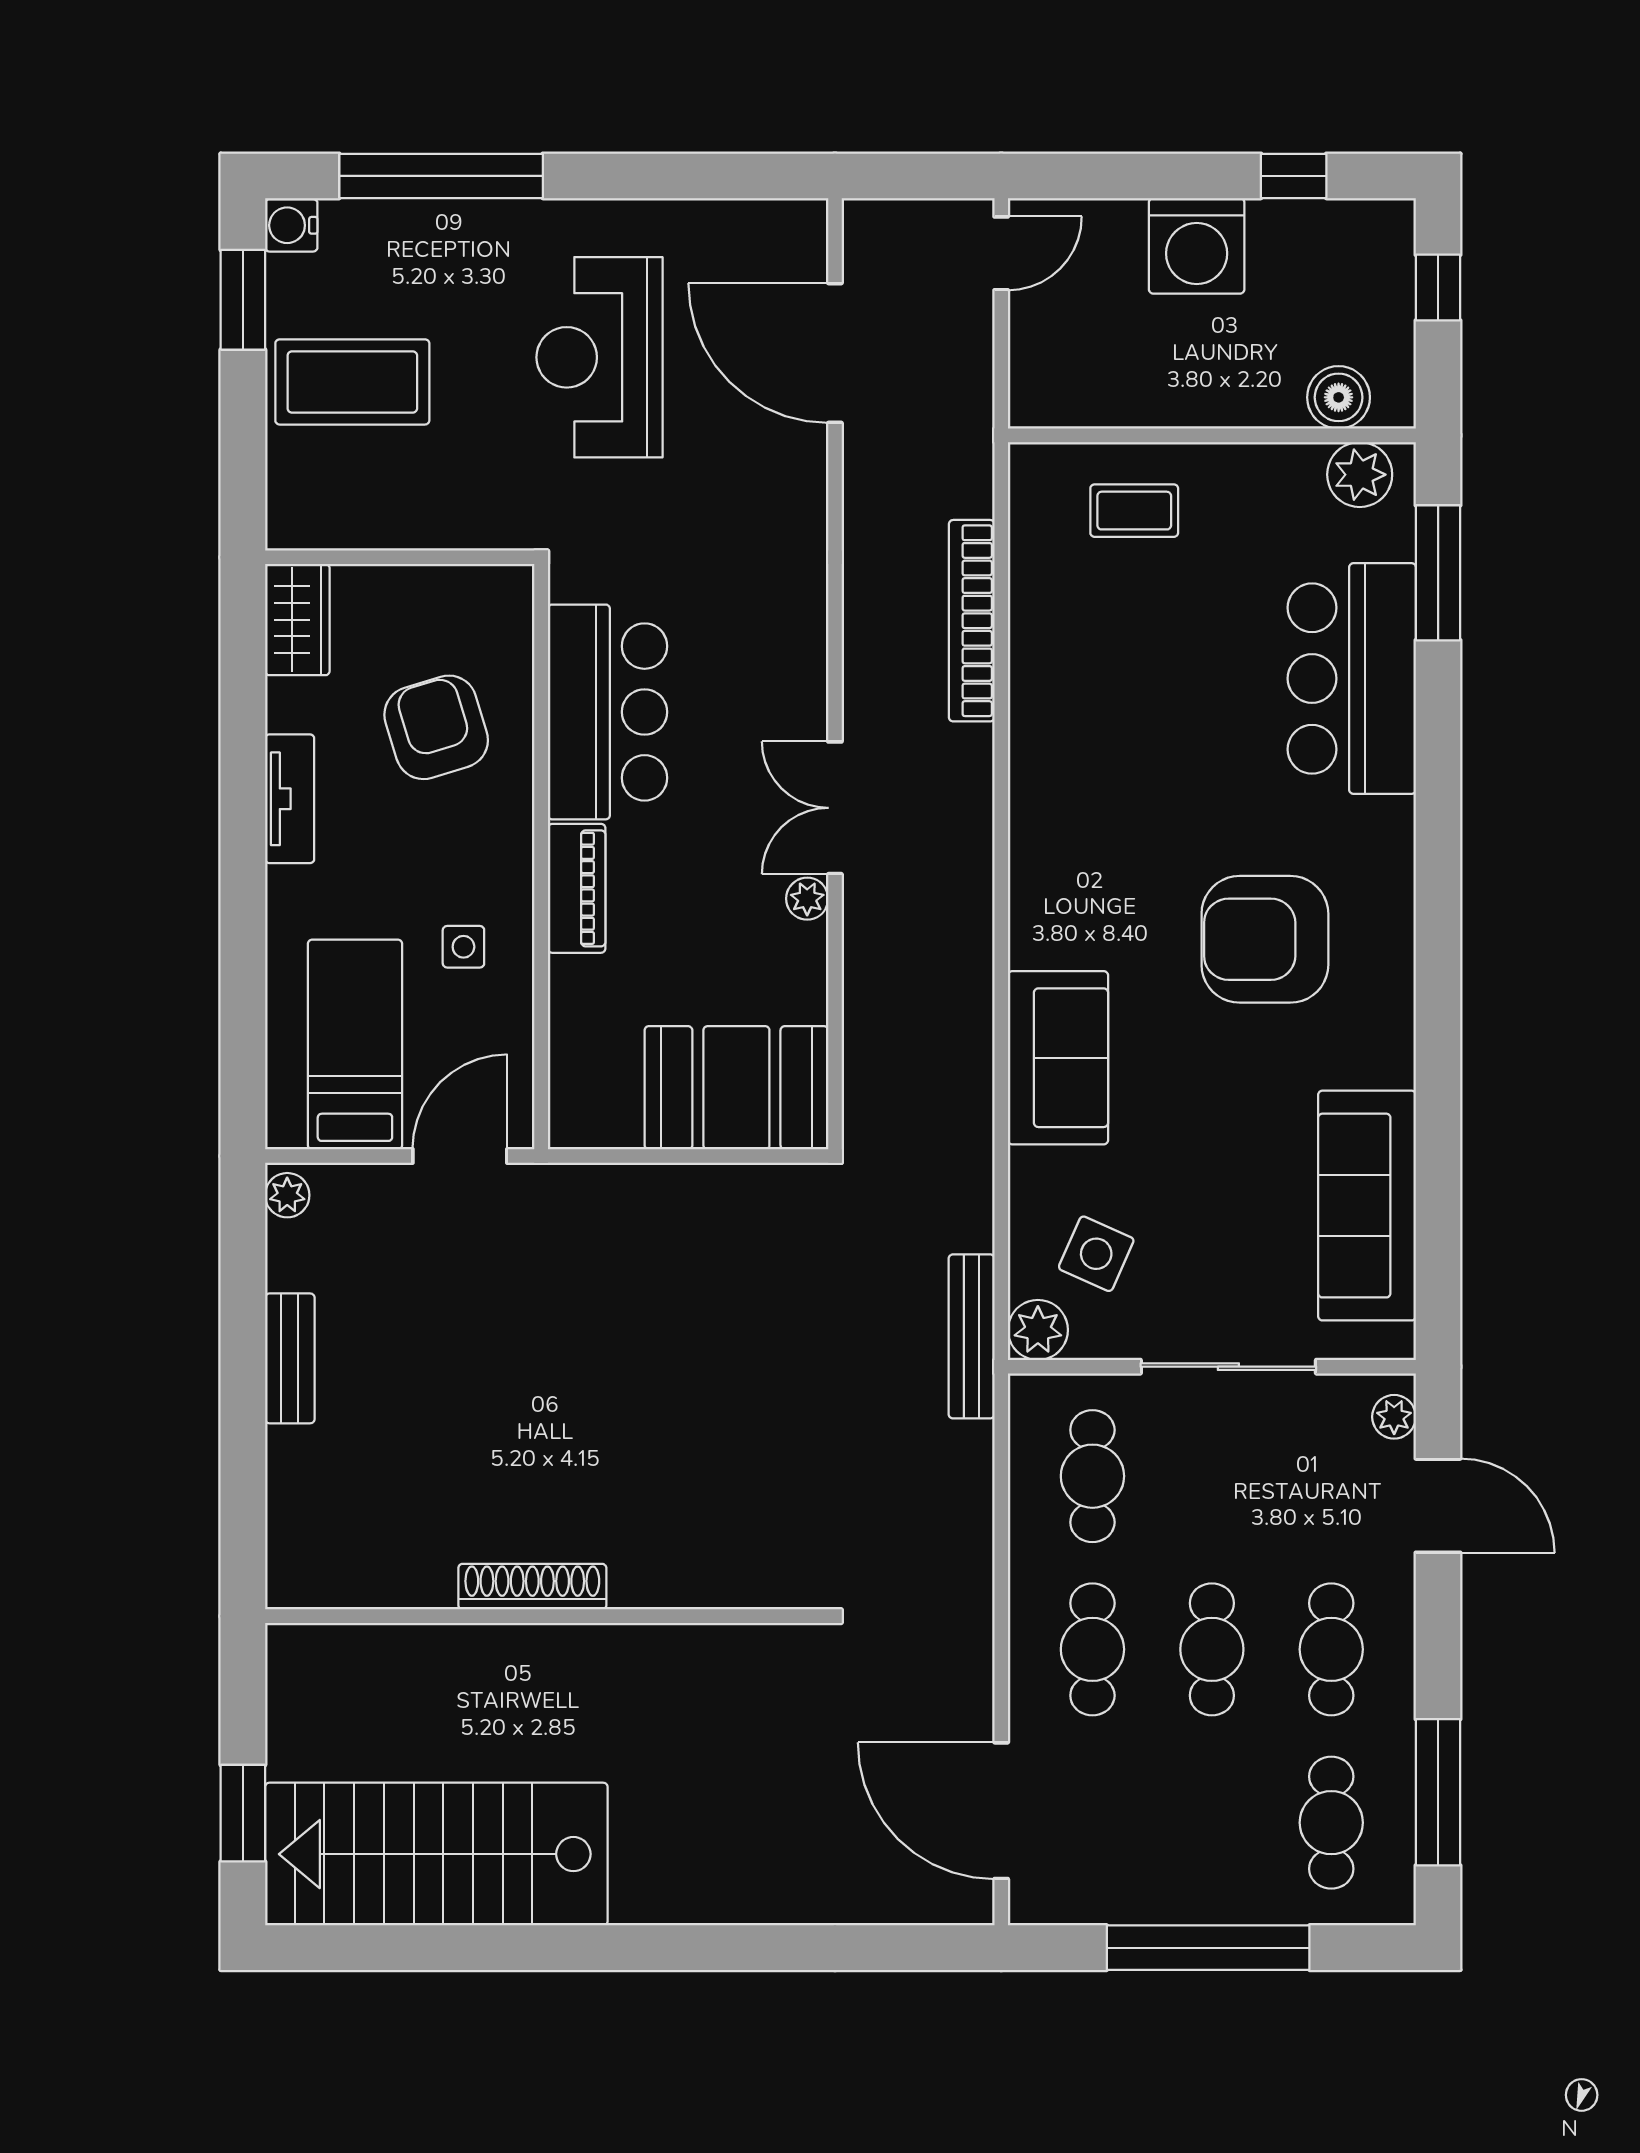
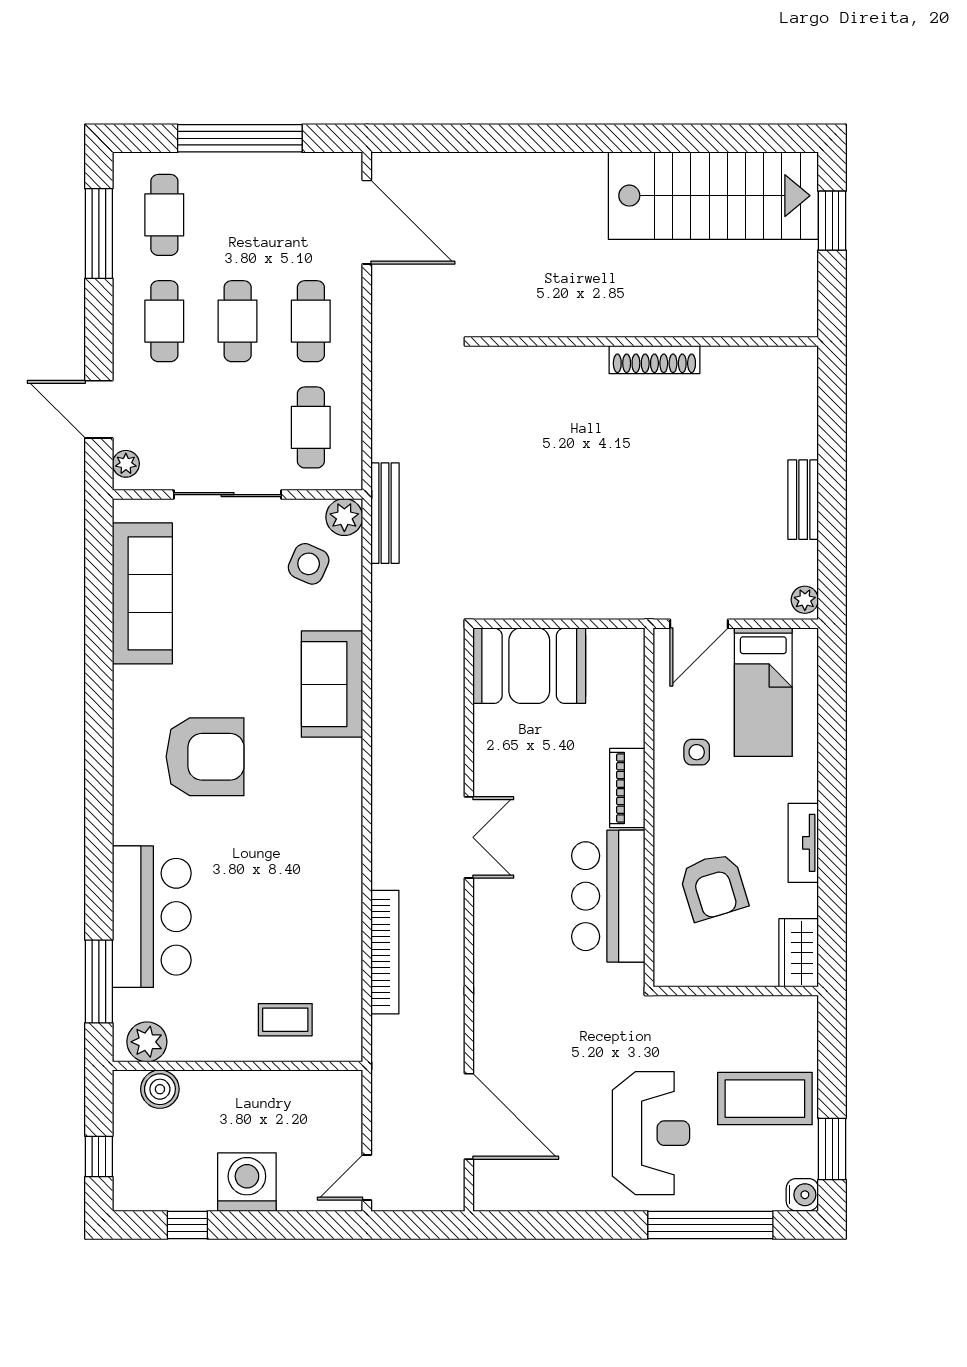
reception desk: (599, 357) -> (651, 1133), moved
plant: (807, 899) -> (486, 782), removed

